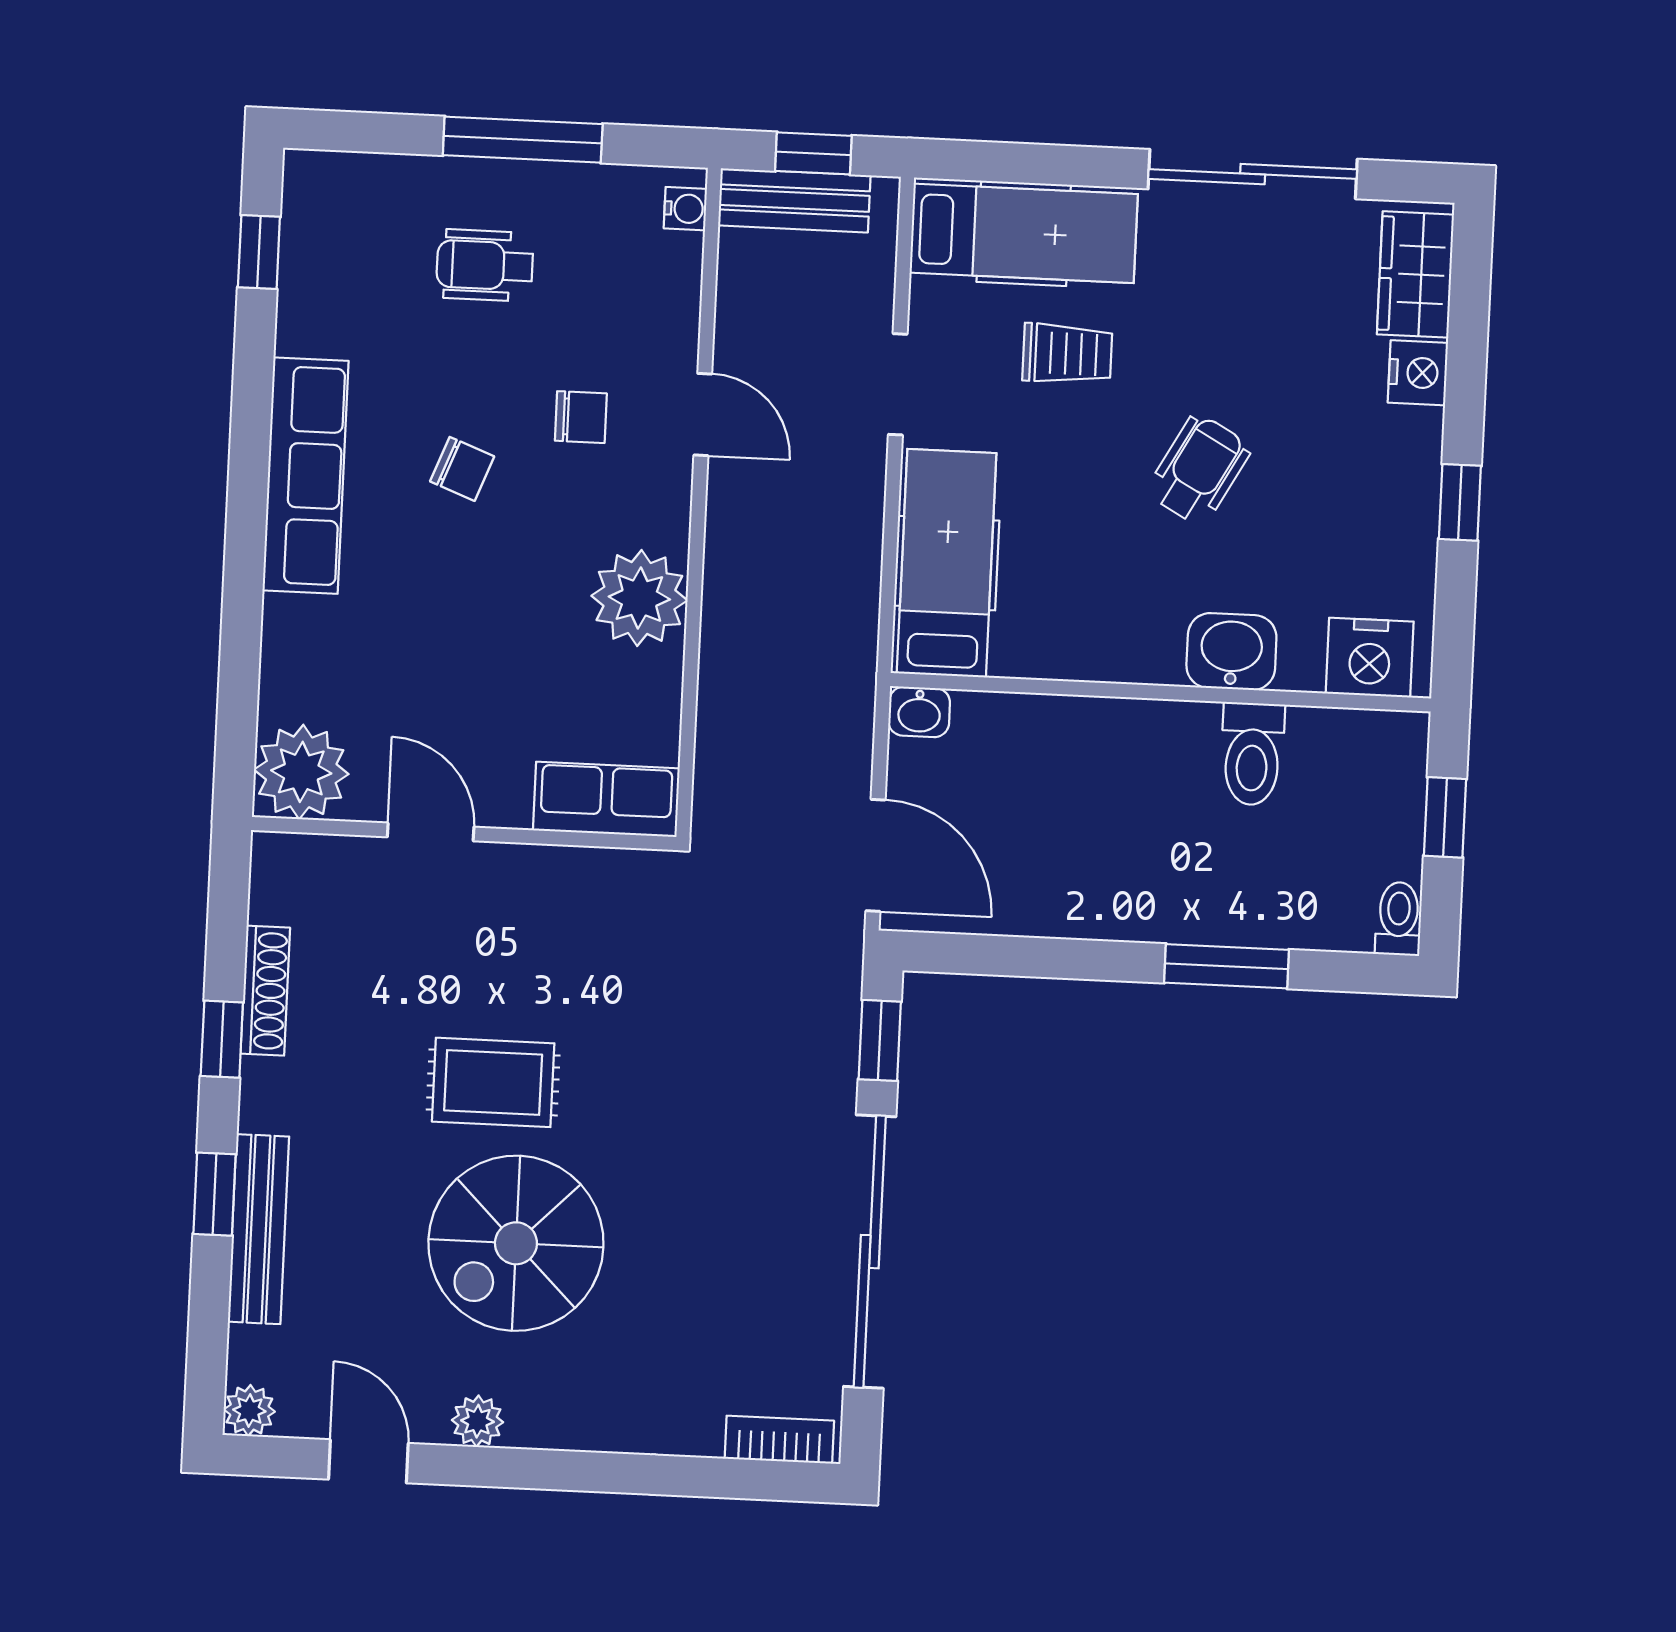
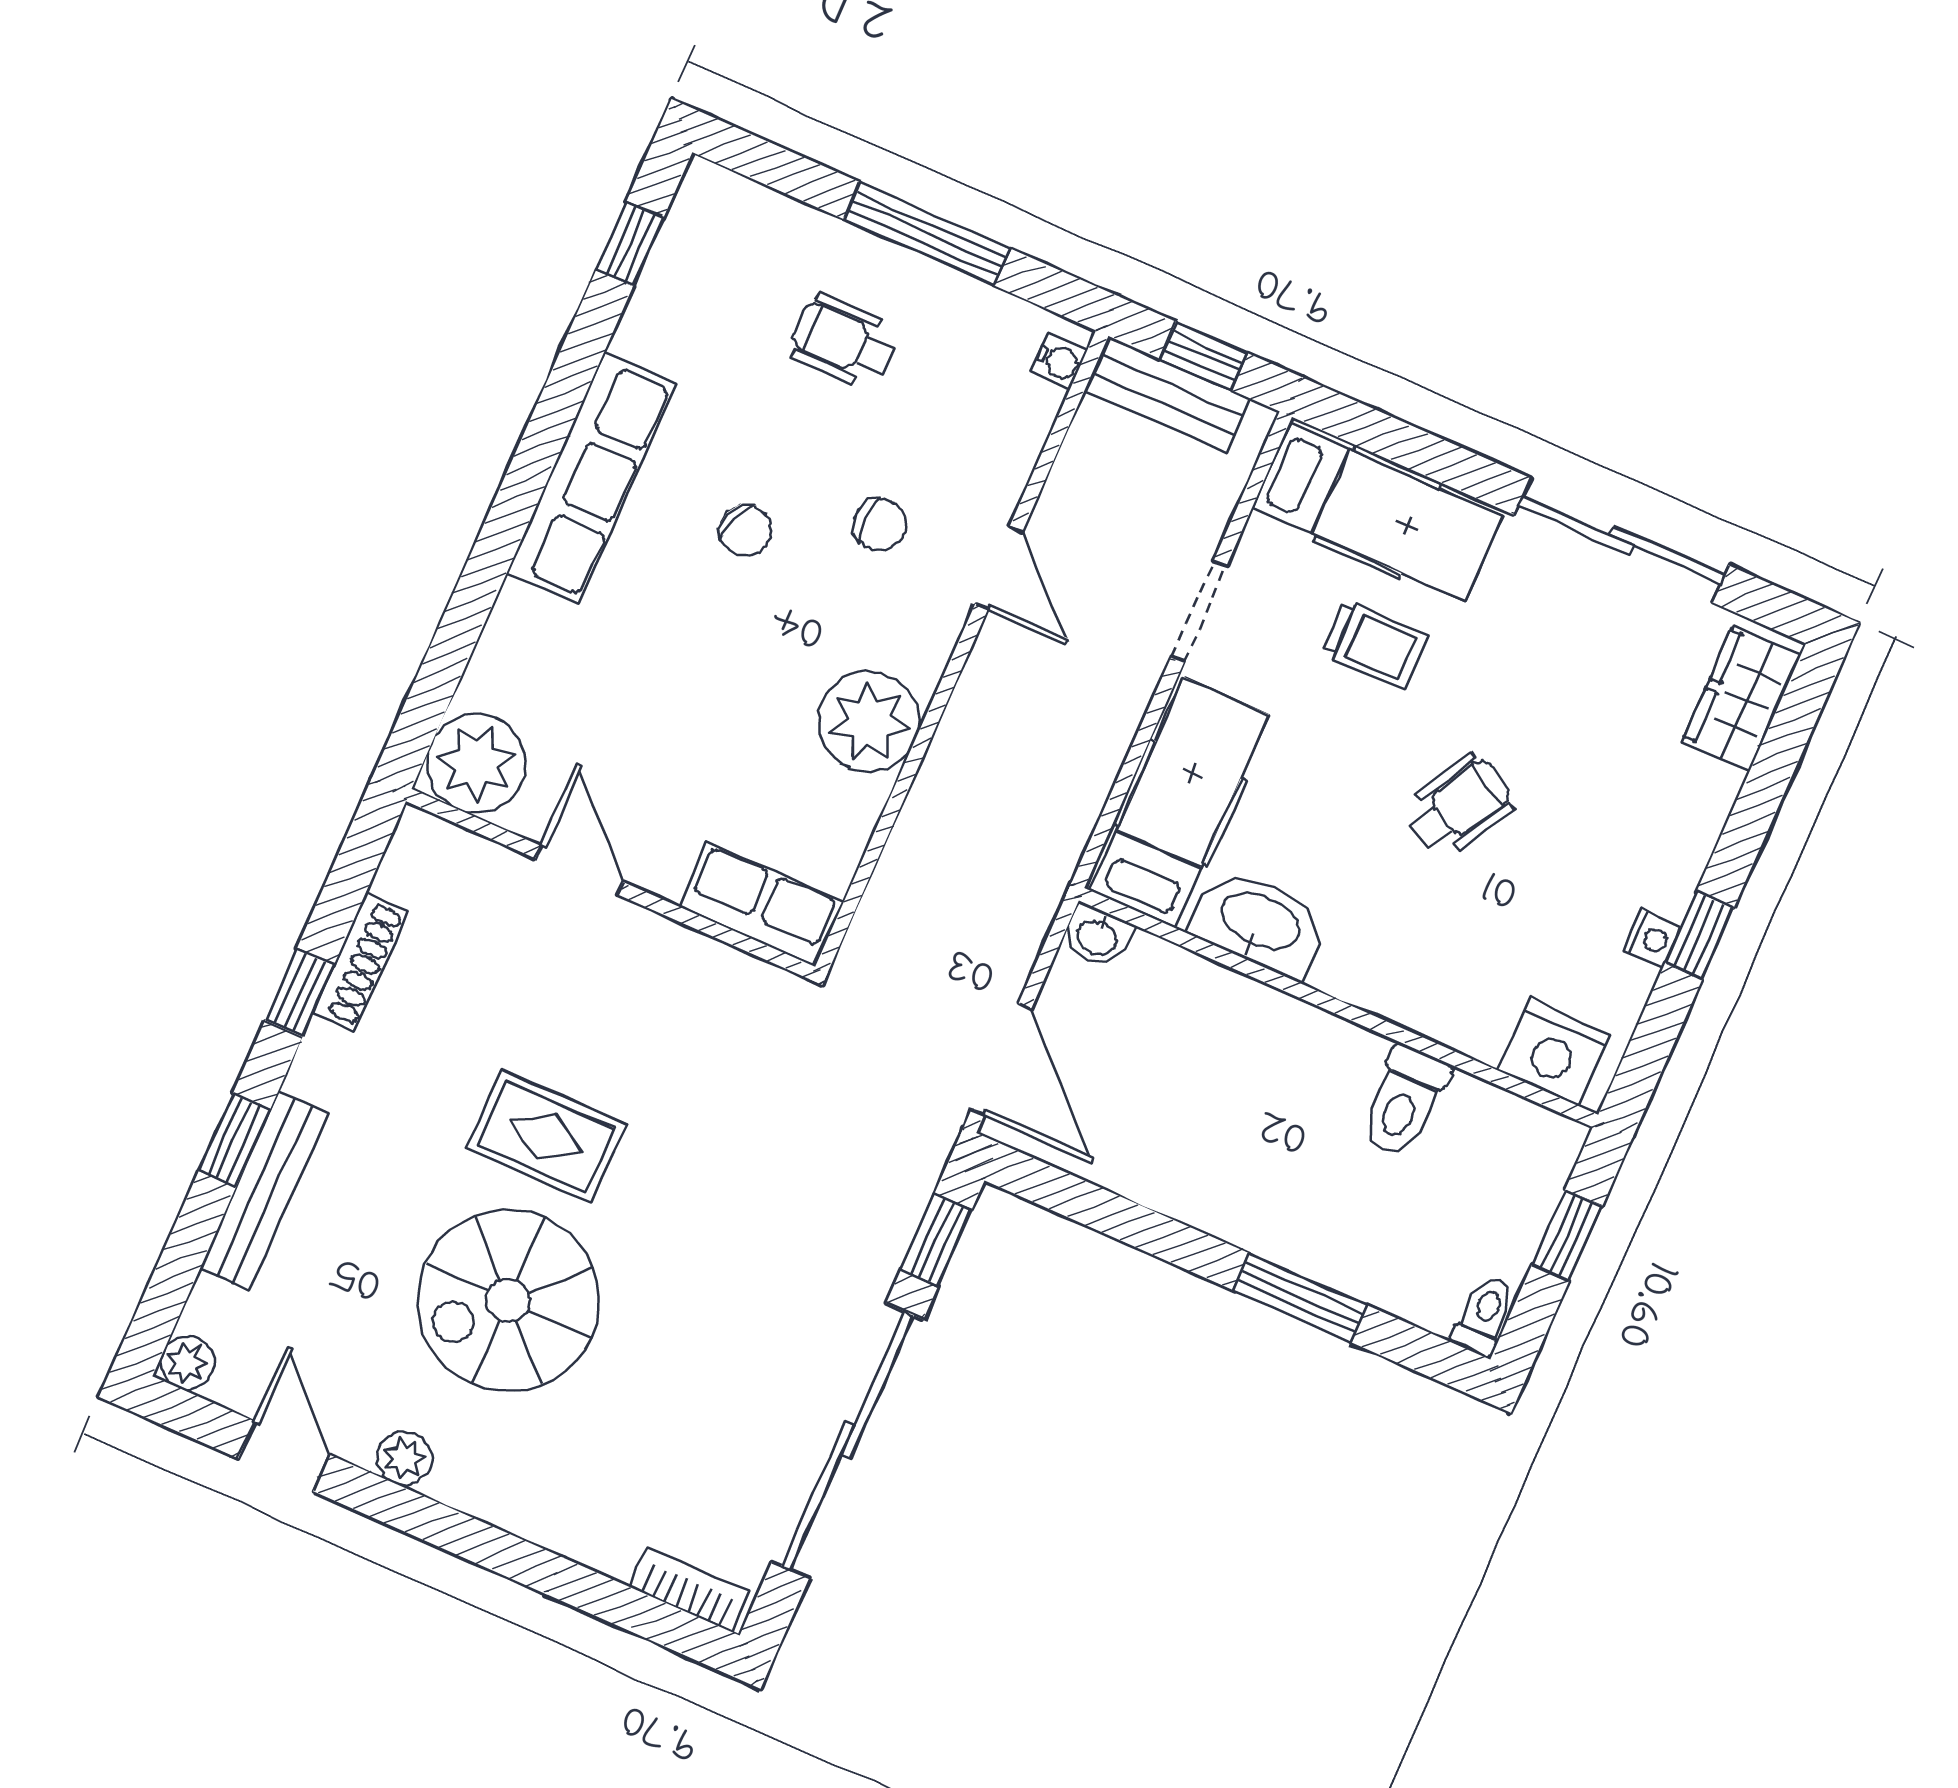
nightstand: (1418, 373) -> (1652, 938), moved, width x0.72, depth x0.74
washbasin: (1231, 652) -> (1259, 923), moved, width x1.38

